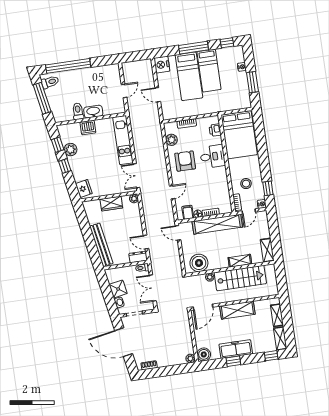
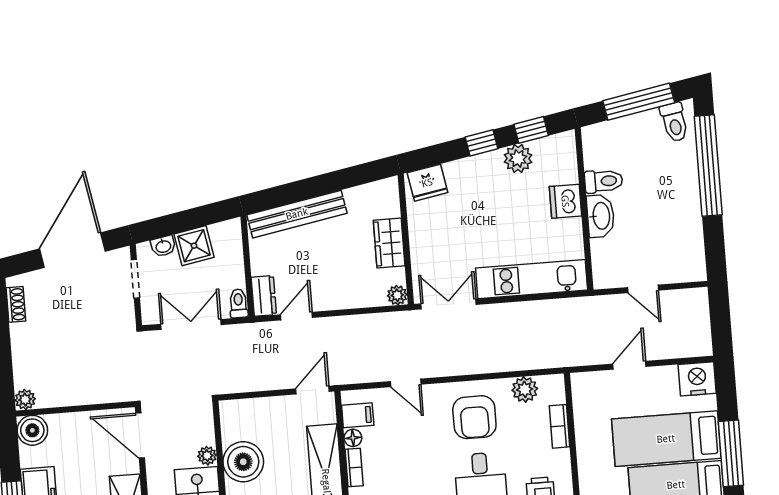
armchair: (185, 161) -> (474, 417), turned 90
boiler: (199, 263) -> (243, 462), moved

